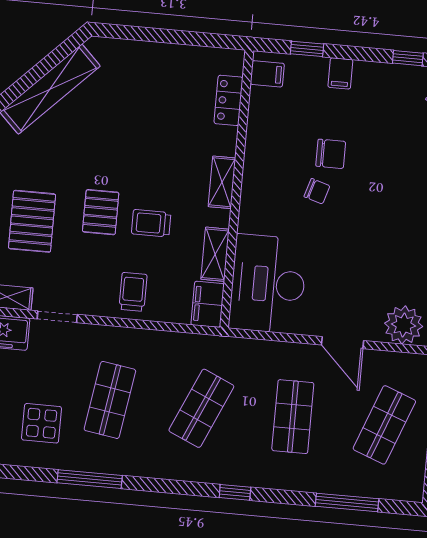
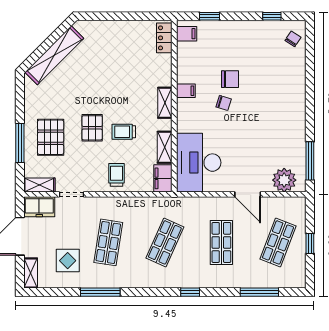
filing cabinet: (340, 73) -> (186, 91), moved, turned -90
locker: (229, 100) -> (164, 38), moved

